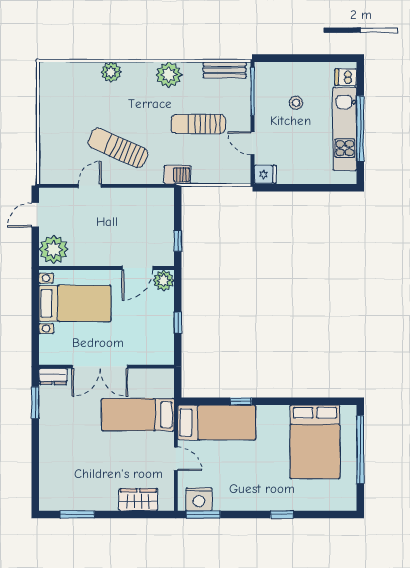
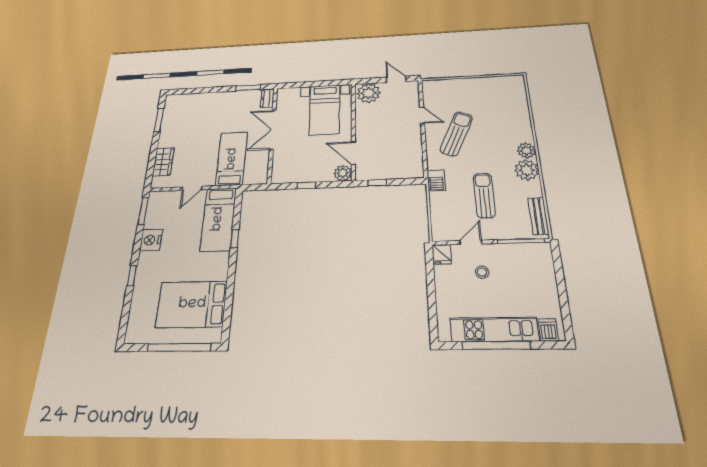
plant: (111, 72) -> (526, 151), moved
stool: (296, 103) -> (482, 272), moved
nightstand: (199, 499) -> (151, 240), moved

